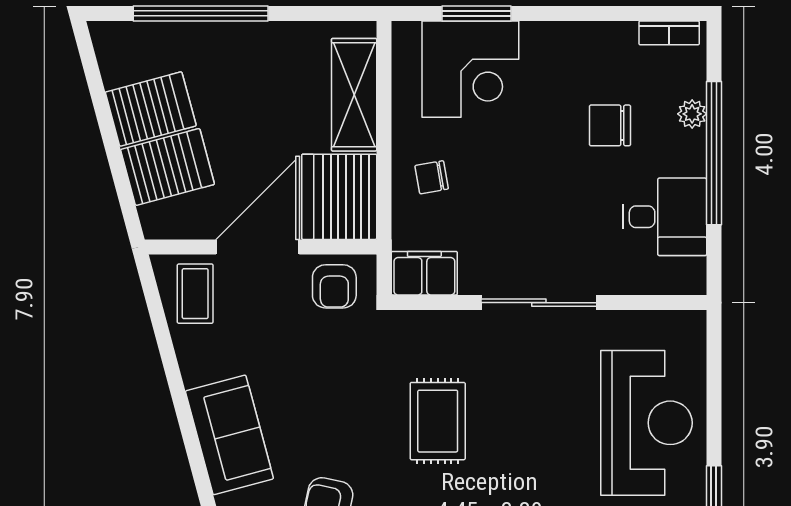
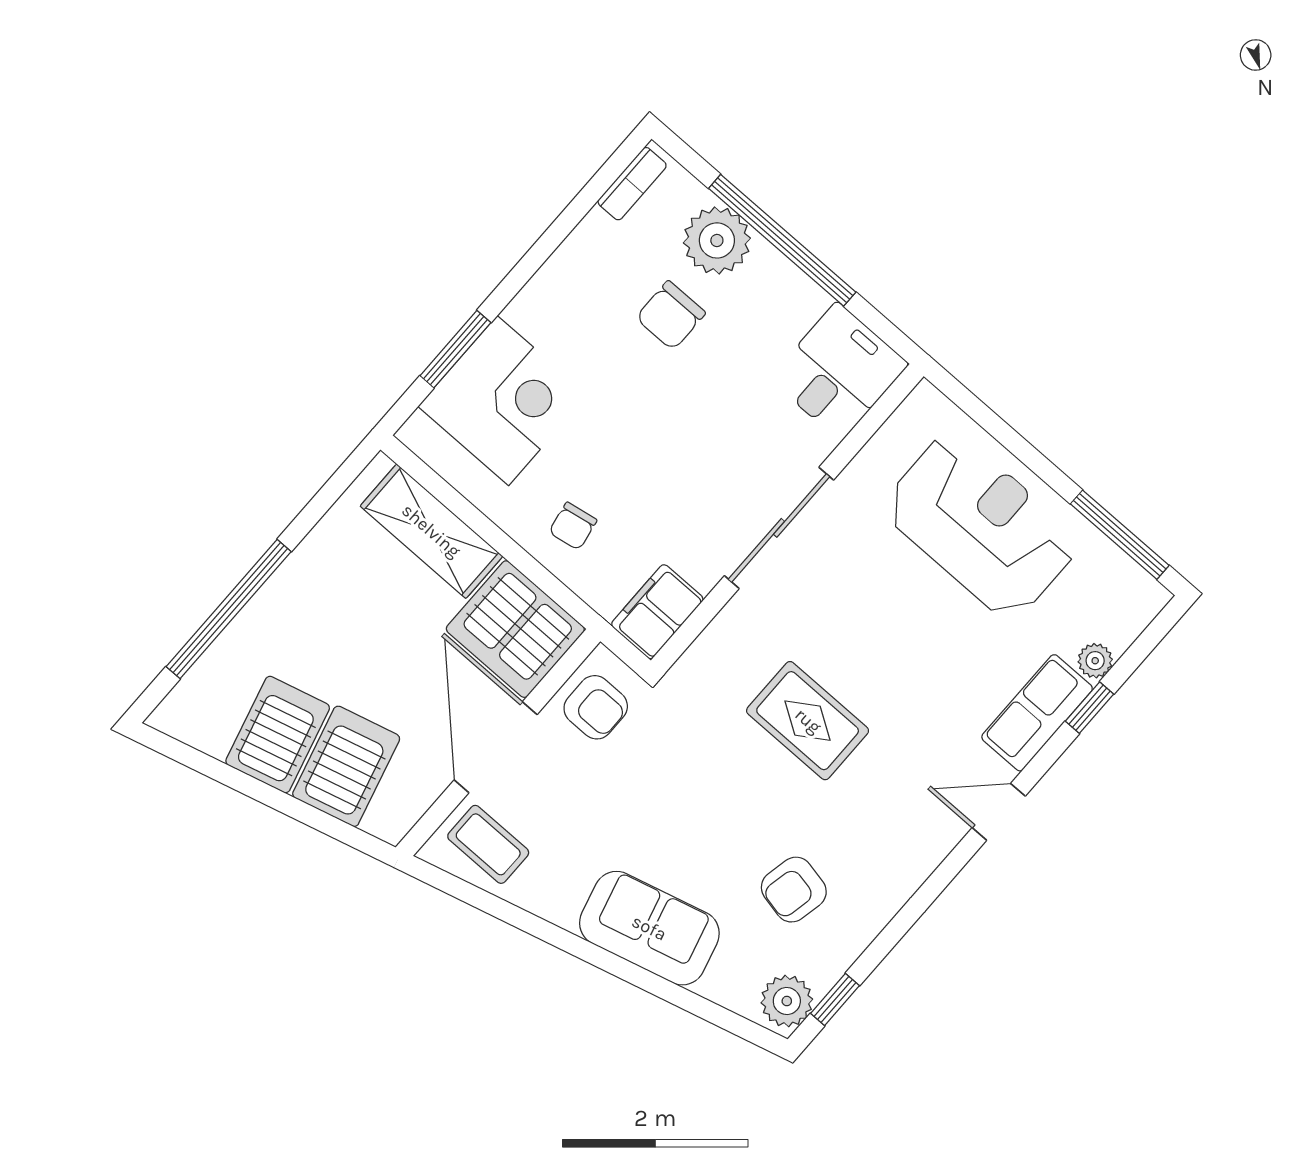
plant: (692, 114) -> (717, 240), width x1.88, depth x1.88
desk: (665, 217) -> (839, 371), moved

